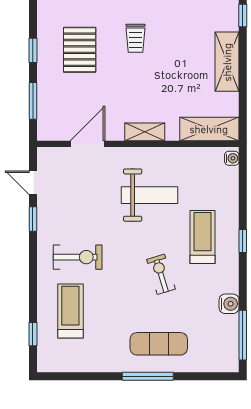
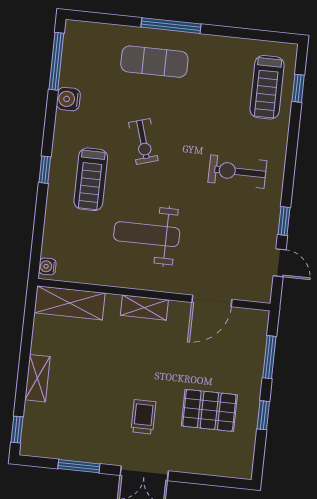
pallet: (80, 50) -> (209, 410), turned 90
shelving: (227, 62) -> (38, 378), width x0.67, depth x0.75
treadmill: (70, 311) -> (267, 87), moved

